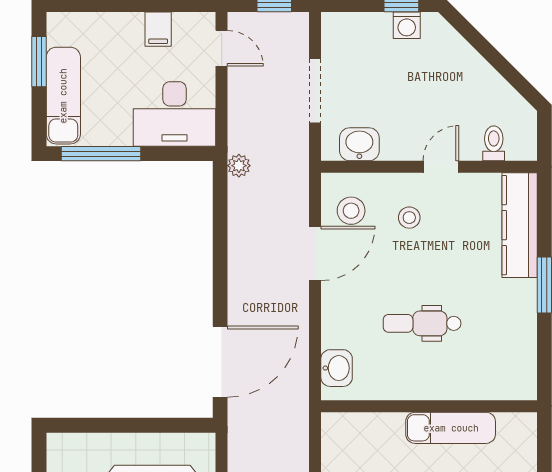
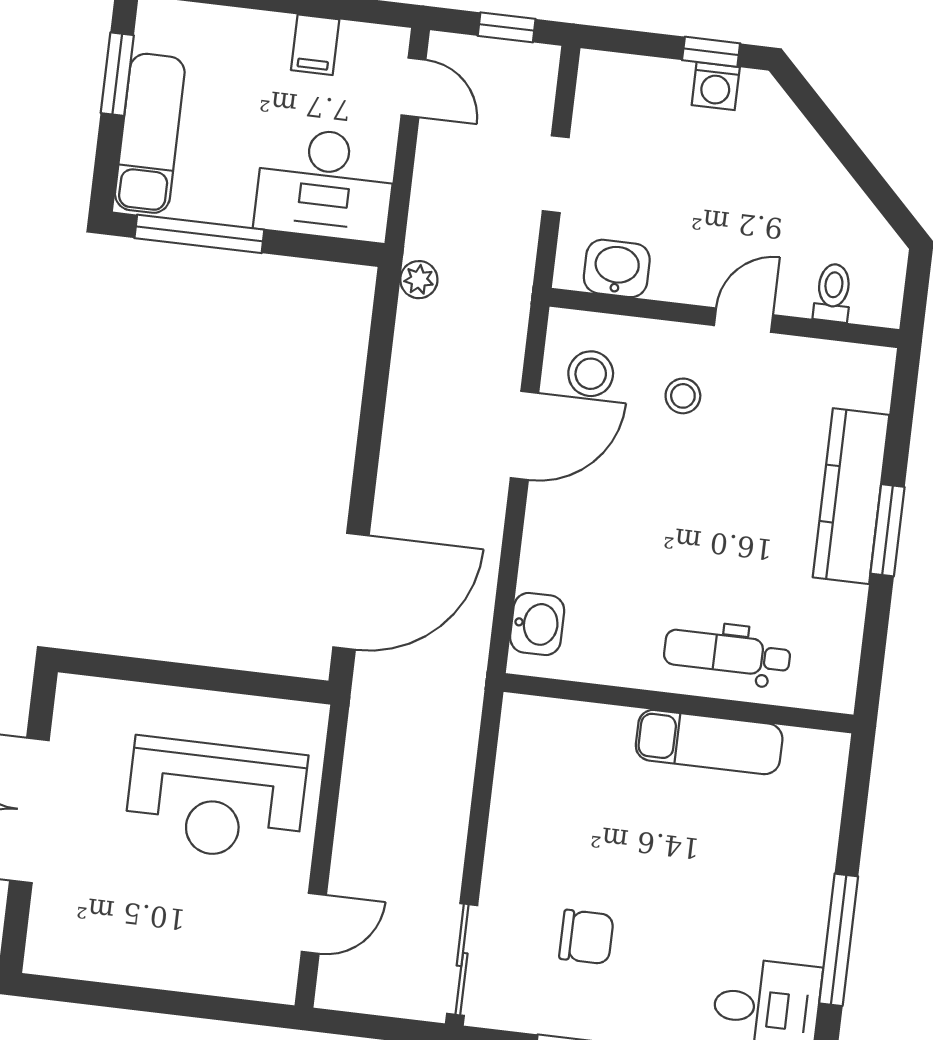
doorway: (315, 91) -> (556, 174), width x0.73
kitchen counter: (520, 225) -> (851, 496), moved
dental chair: (422, 323) -> (727, 653), moved

